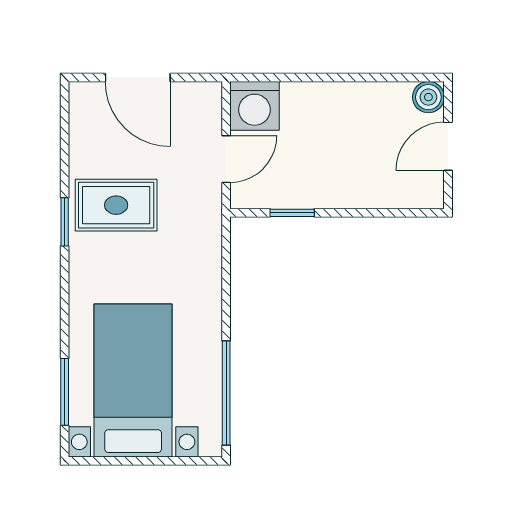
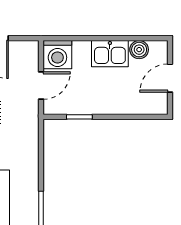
boiler: (428, 97) -> (139, 50), moved
kitchen sink: (345, 104) -> (110, 54), added

